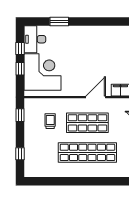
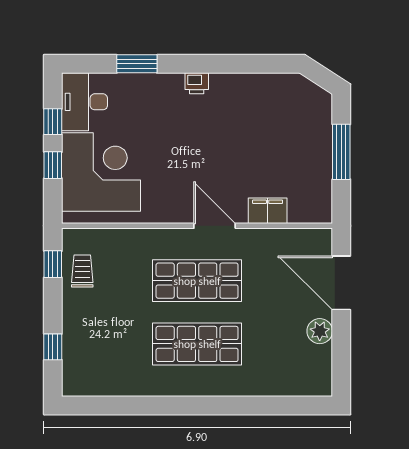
printer: (87, 31) -> (197, 83), added
door: (96, 97) -> (215, 226), hinge flipped
trolley: (50, 121) -> (82, 271), moved
shop shelf: (87, 152) -> (197, 344), width x0.71

